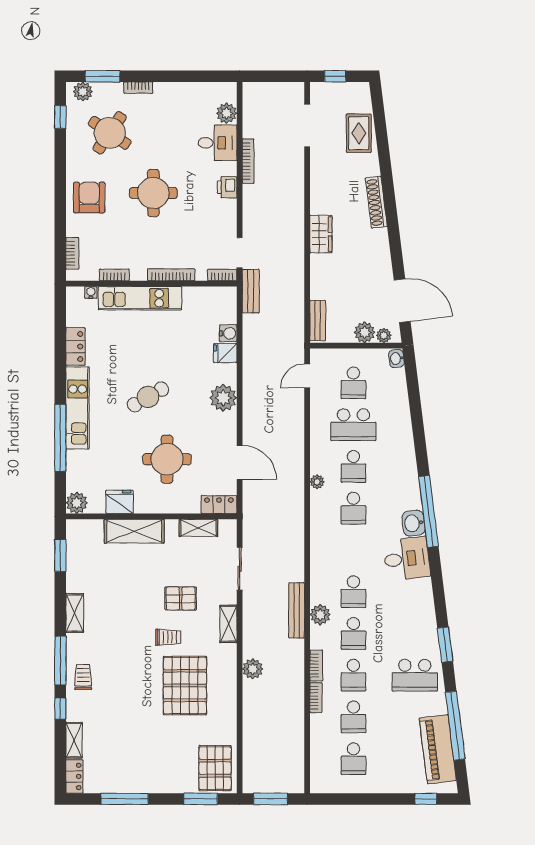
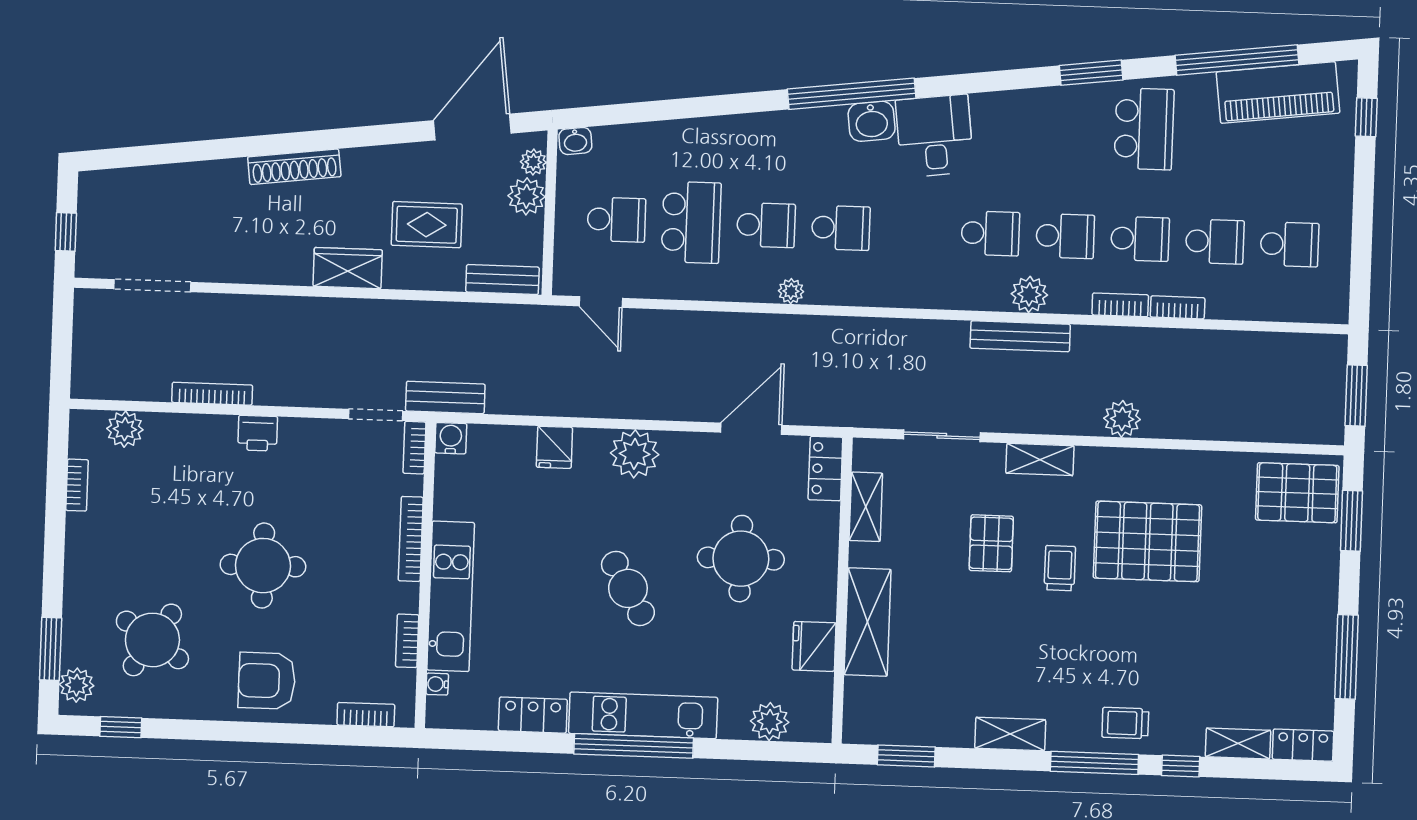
bookcase: (138, 88) -> (77, 485), moved
rug: (359, 133) -> (427, 225), moved
desk: (217, 143) -> (177, 447), removed
water cooler: (228, 333) -> (451, 438), moved
window: (60, 438) -> (634, 746), moved
plant: (77, 503) -> (770, 722), moved

